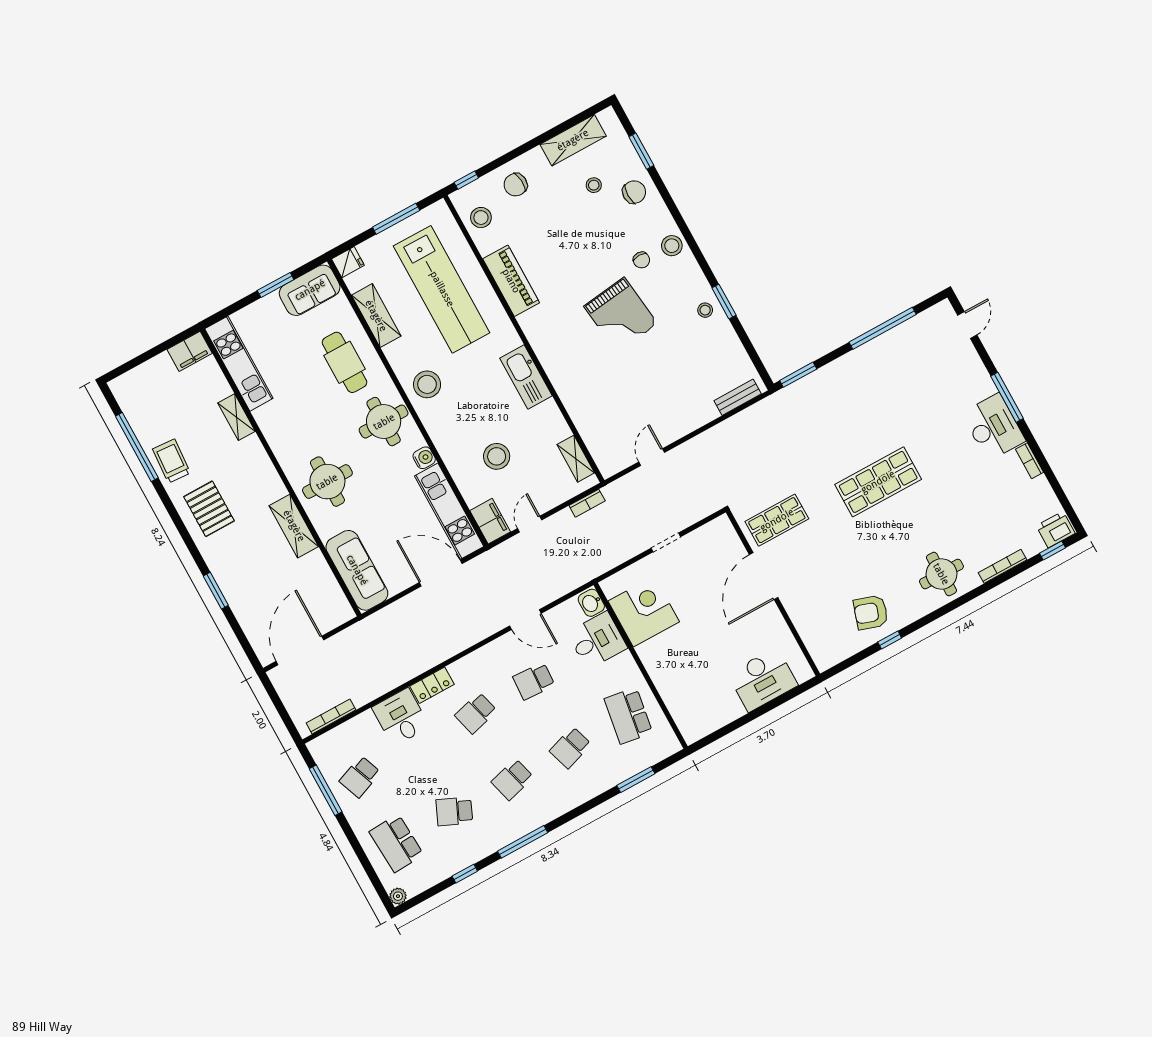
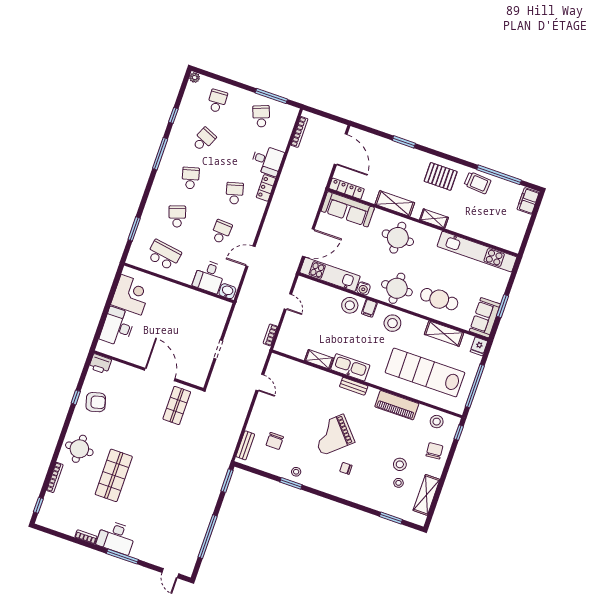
chair: (634, 192) -> (275, 441), moved
window: (396, 219) -> (475, 386), width x1.46
stool: (672, 246) -> (400, 464), moved
grand piano: (621, 315) -> (333, 435), turned -34
filing cabinet: (190, 351) -> (528, 201), moved
bench: (543, 351) -> (354, 386), added
kitchen unit: (239, 364) -> (477, 252), width x1.36
shelving: (236, 417) -> (434, 219), moved
stool: (497, 456) -> (350, 305), moved
shelving: (576, 459) -> (319, 359), moved
shop shelf: (878, 482) -> (114, 475), moved
filing cabinet: (490, 521) -> (369, 308), moved, width x0.50
printer: (1056, 529) -> (100, 364), moved, turned 90
locker: (336, 597) -> (347, 189), added
corner desk: (644, 611) -> (131, 295), moved, turned -90
armchair: (871, 612) -> (96, 402), turned 57
school desk: (396, 843) -> (217, 101), width x0.54

